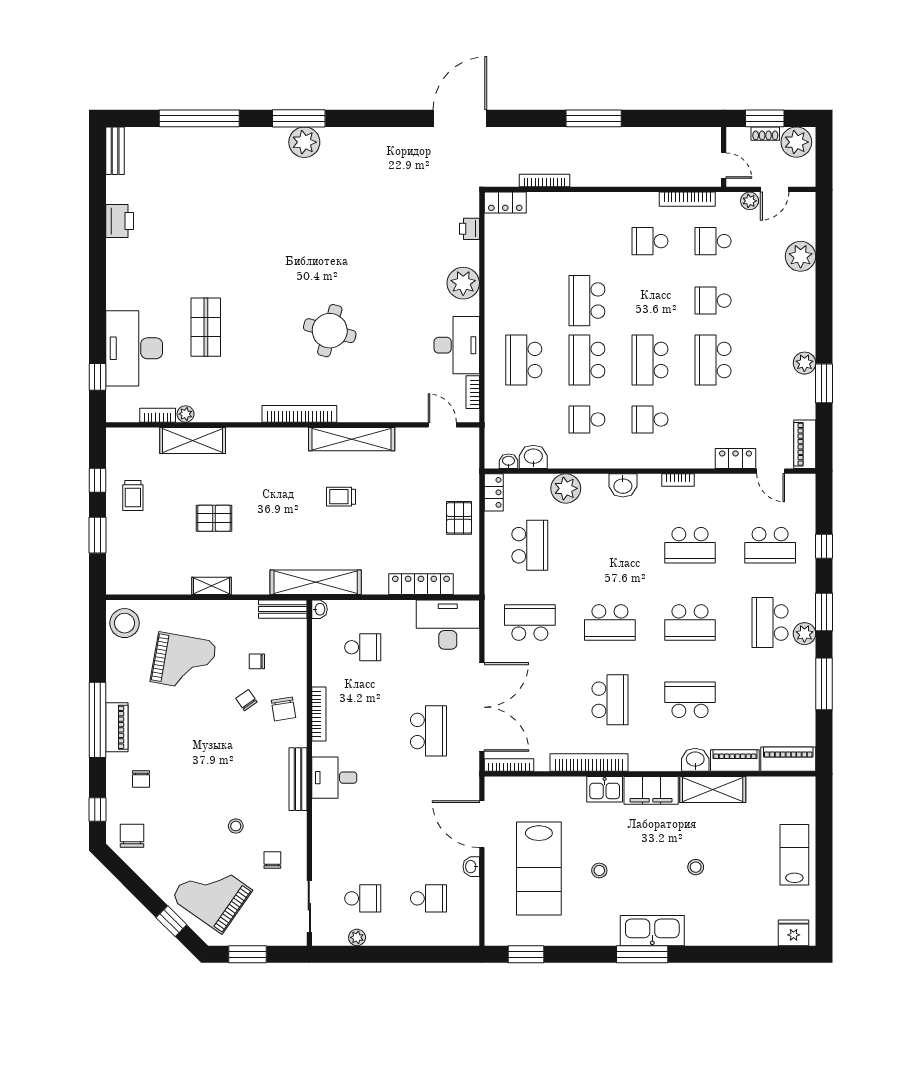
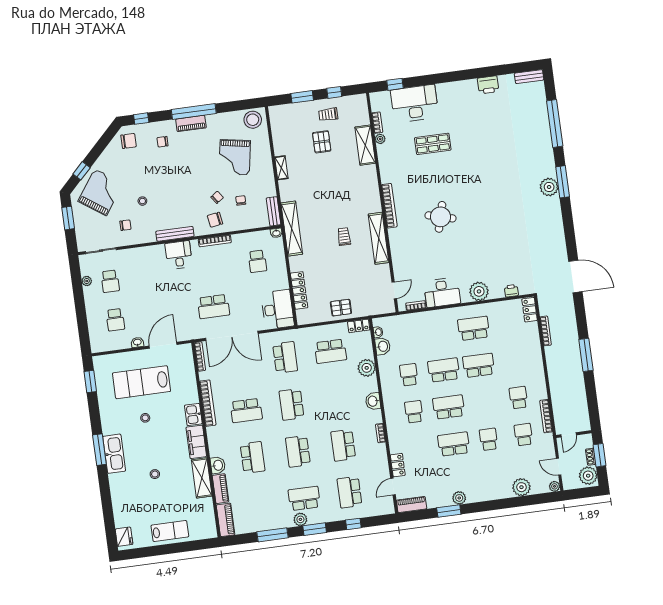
plant: (750, 201) -> (554, 486), moved
school desk: (524, 360) -> (474, 328), moved
pallet: (214, 518) -> (322, 142), moved

